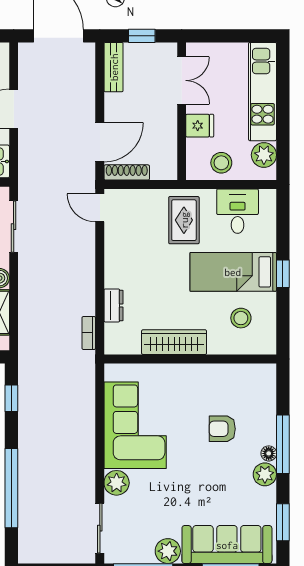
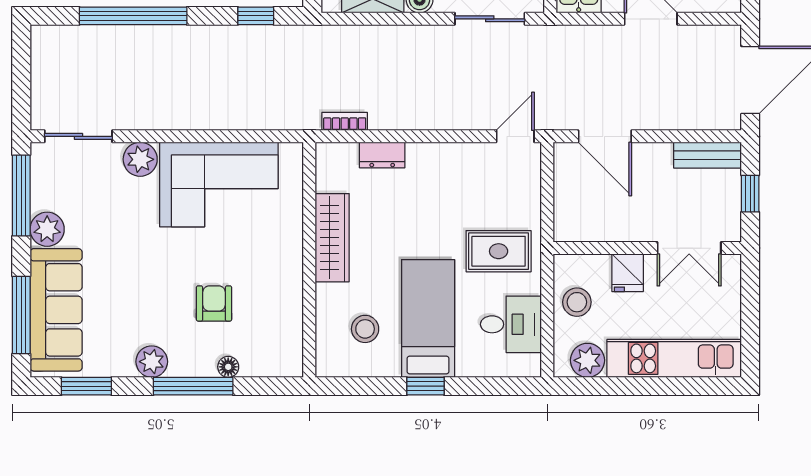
shoe rack: (127, 172) -> (564, 173), removed
floor lamp: (269, 453) -> (228, 367), moved

